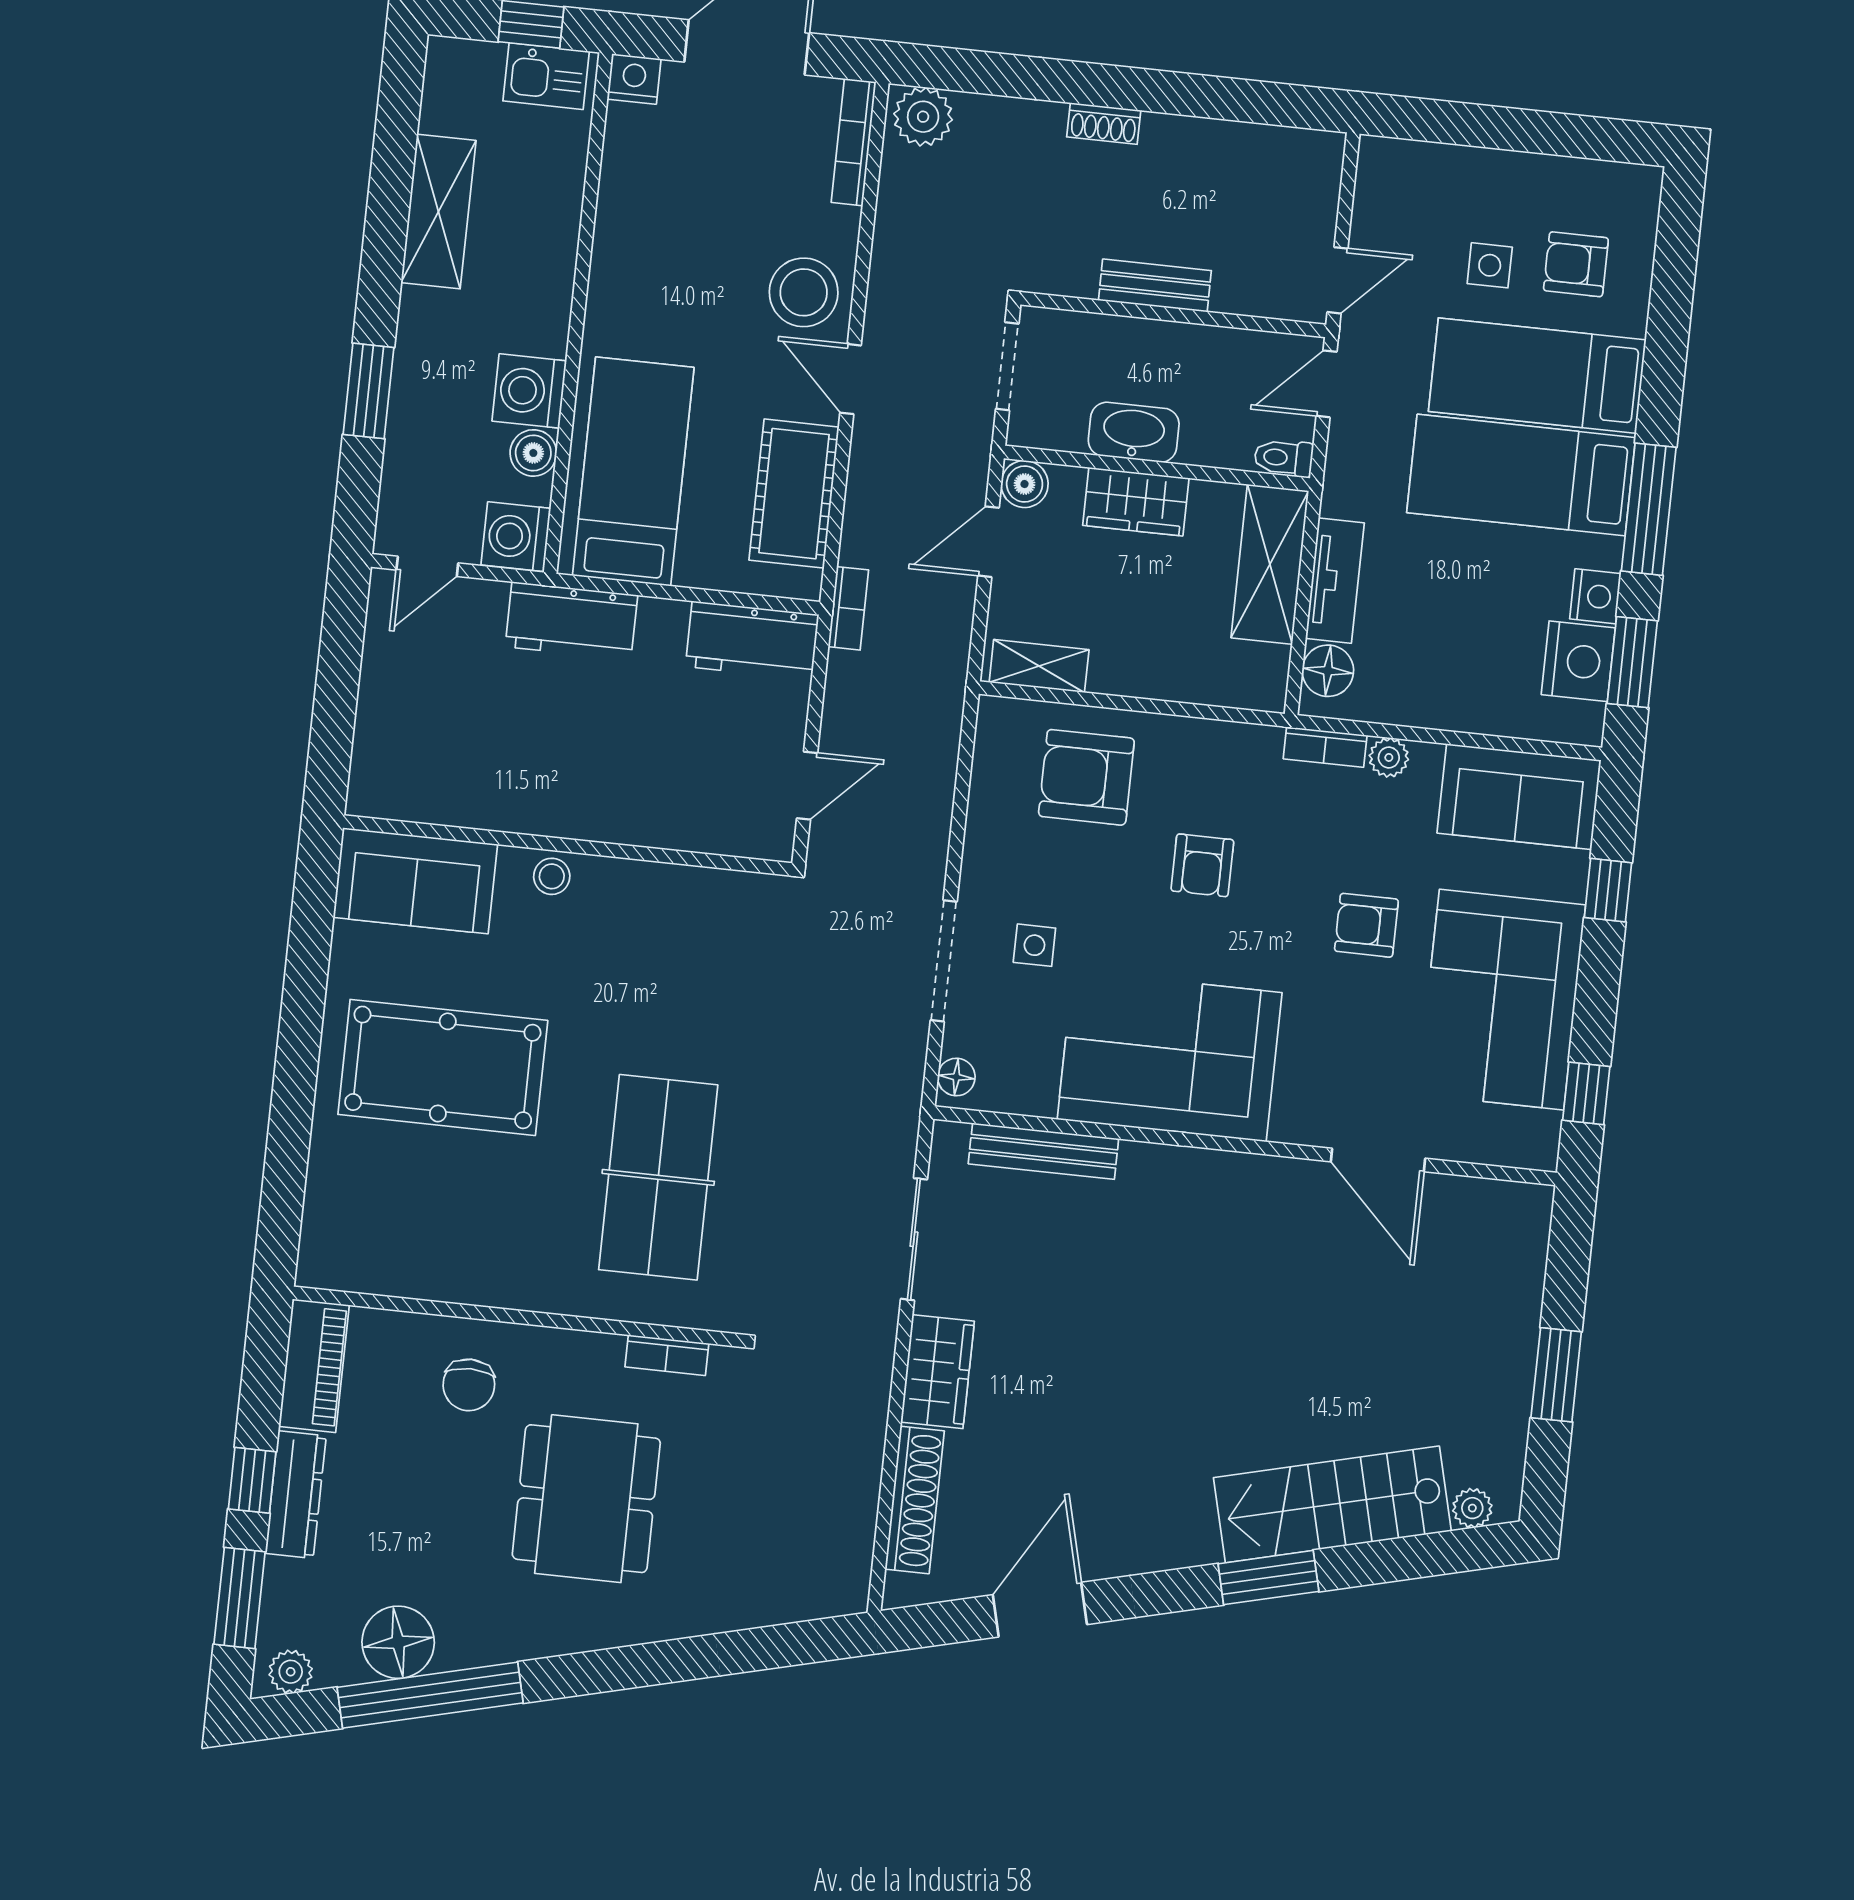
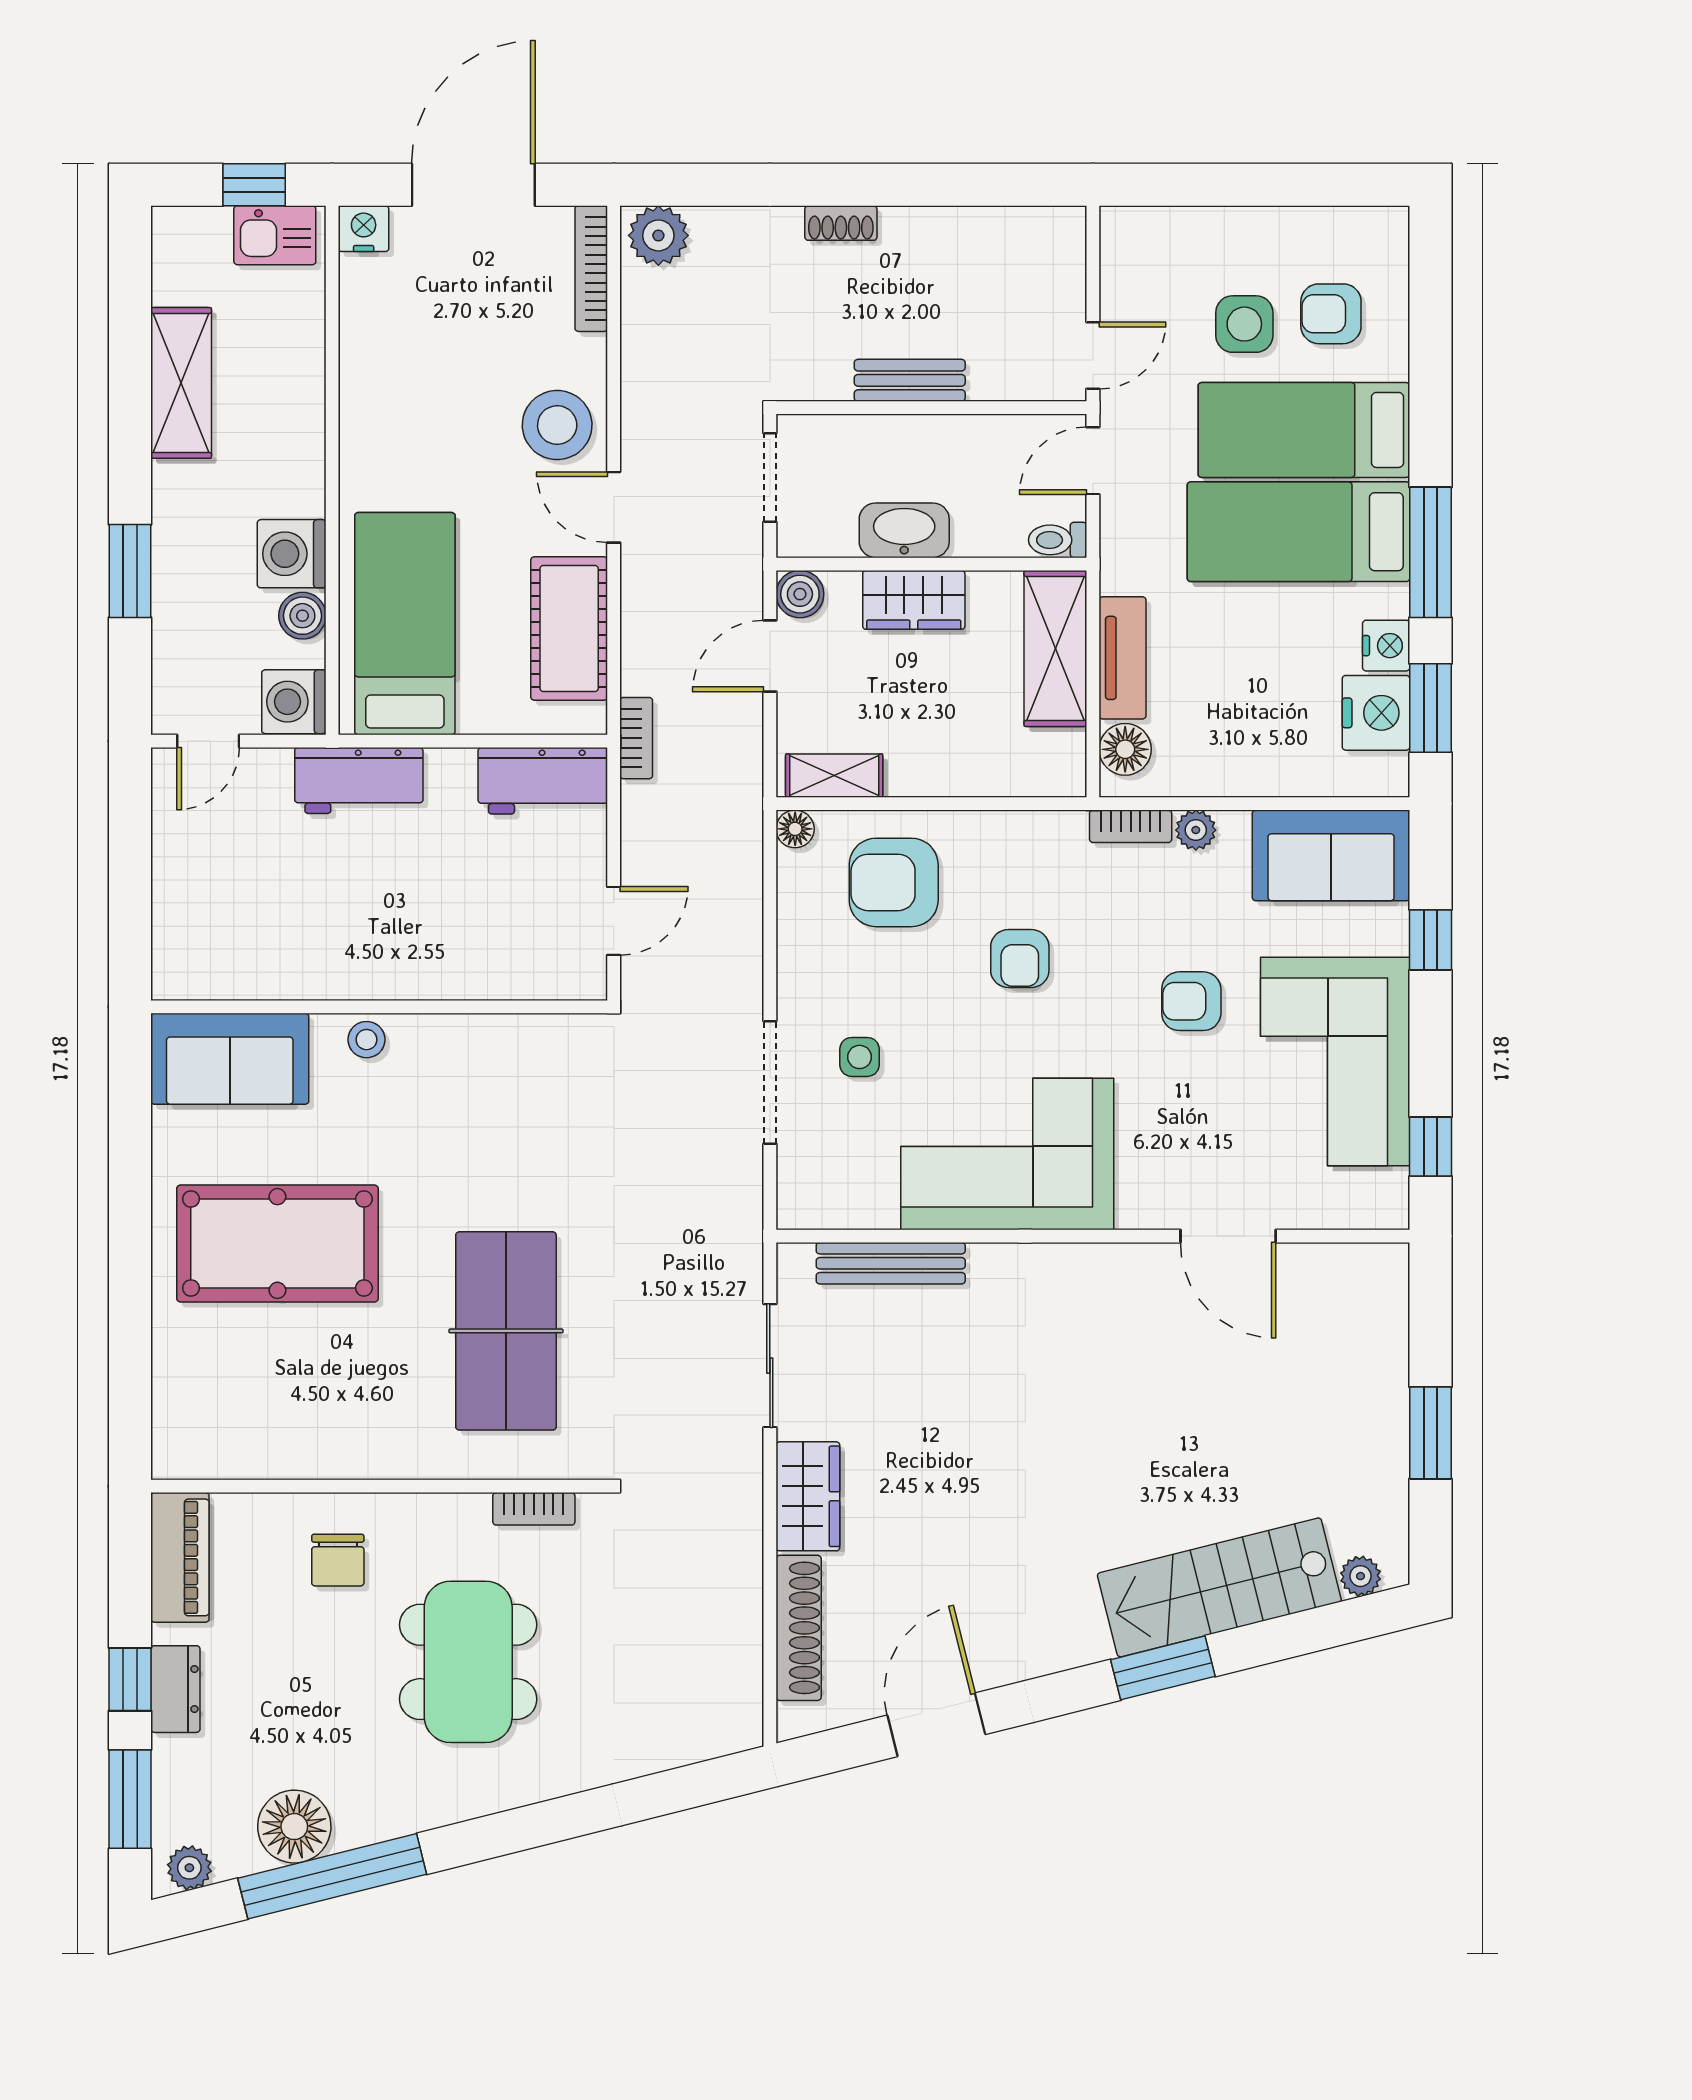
side table: (1490, 265) -> (1244, 324), width x1.37, depth x1.37
floor lamp: (956, 1077) -> (795, 829), moved
dresser: (296, 1495) -> (175, 1689), width x0.70

